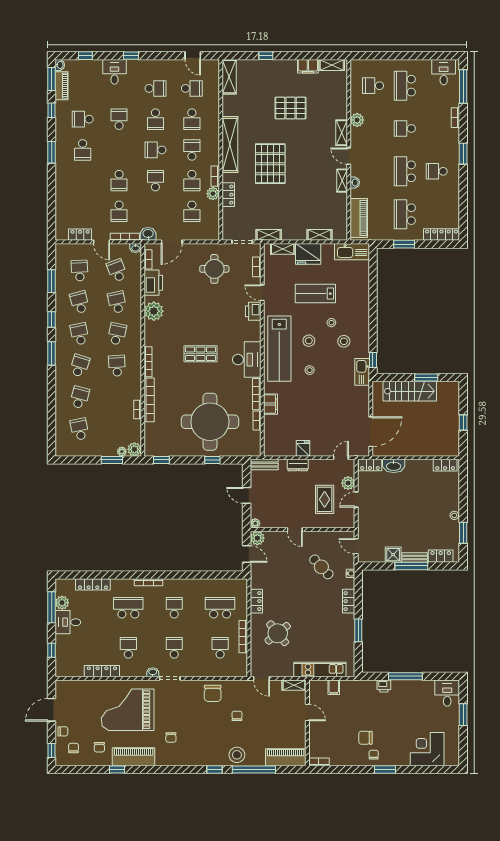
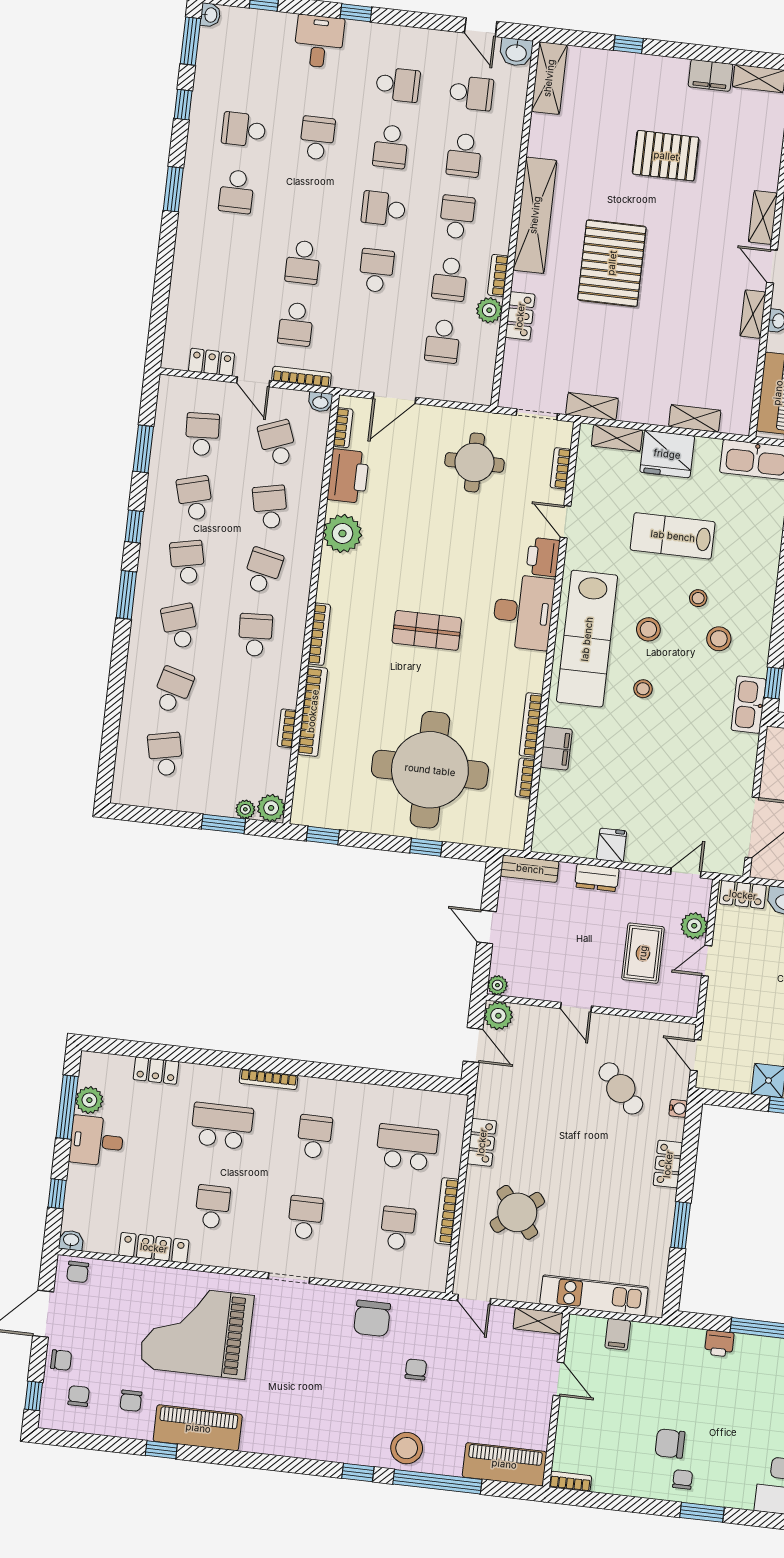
piano: (62, 86) -> (209, 57), removed
washbasin: (148, 234) -> (516, 52), moved, turned 180
desk: (247, 360) -> (523, 612), moved
school desk: (80, 366) -> (180, 626), turned -36
locker: (93, 584) -> (156, 1071), width x0.66
washbasin: (153, 672) -> (71, 1240), moved
chair: (171, 737) -> (78, 1272), moved

